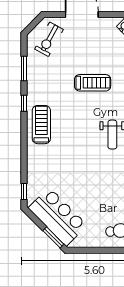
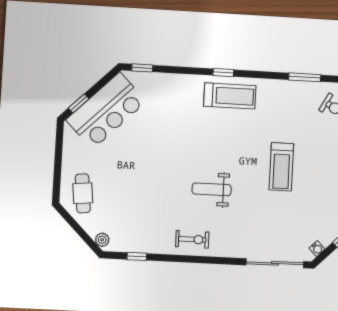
window: (24, 103) -> (223, 73), moved
window: (53, 237) -> (79, 103), width x0.67

